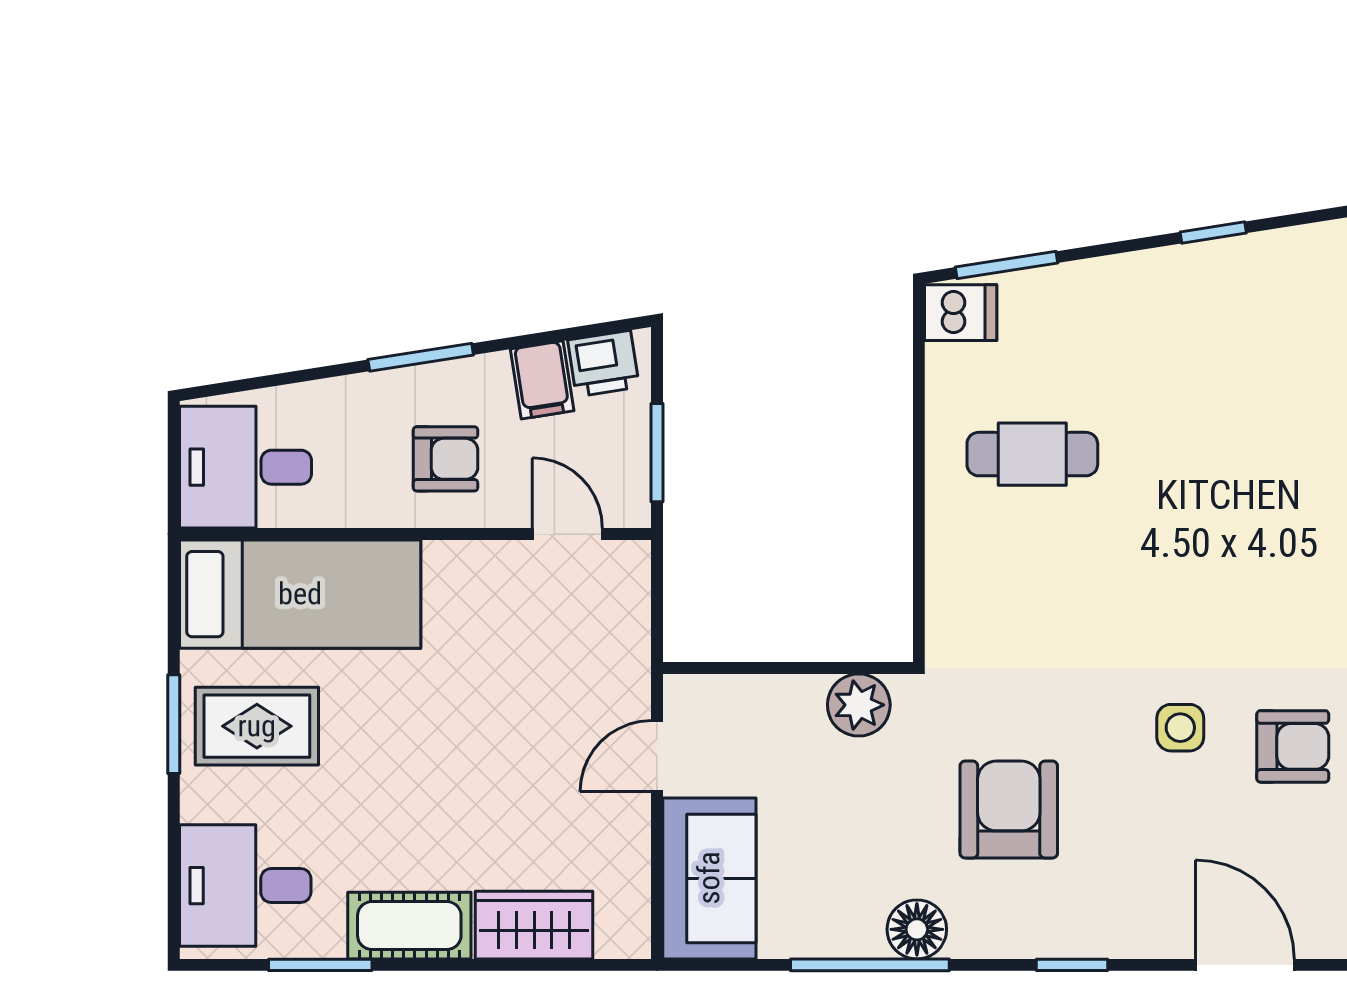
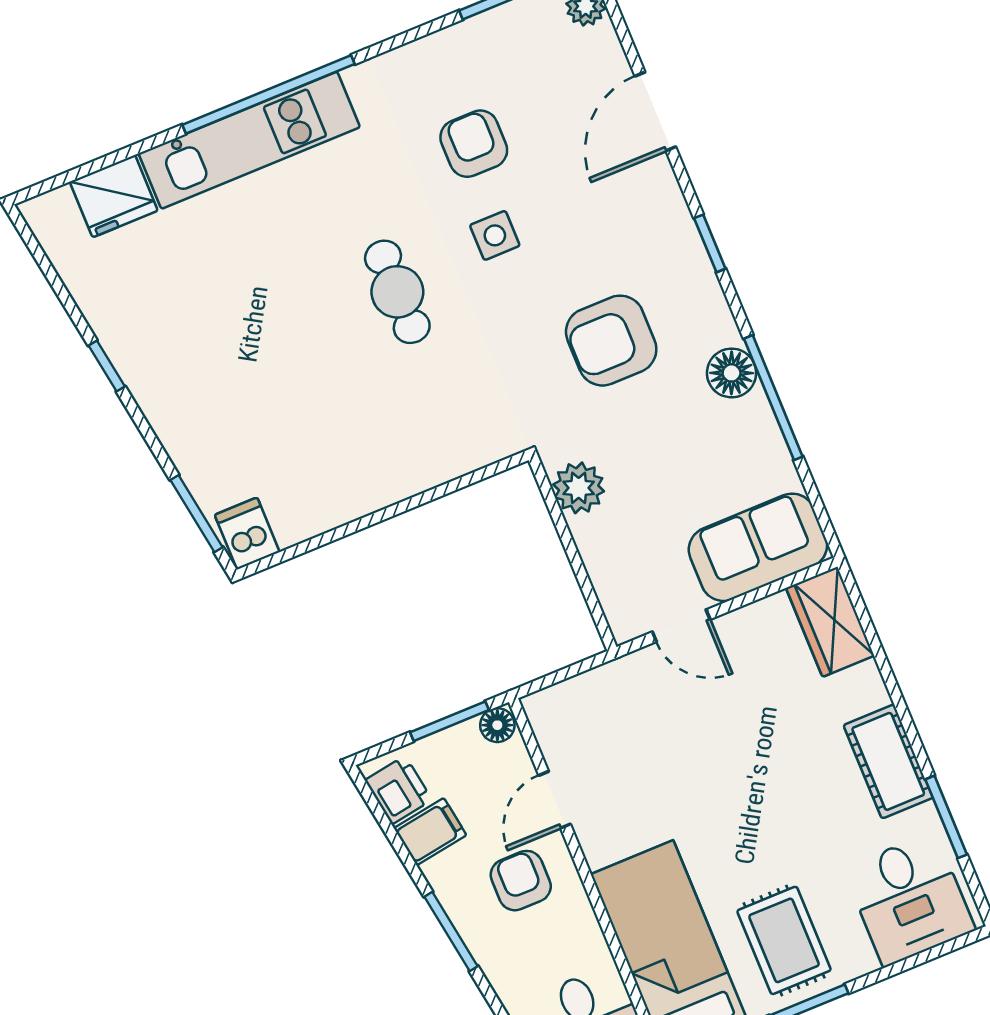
cafe table: (1032, 454) -> (397, 292), moved
floor lamp: (630, 504) -> (497, 725), added
door: (567, 534) -> (555, 800), moved
wardrobe: (534, 925) -> (830, 622), moved

